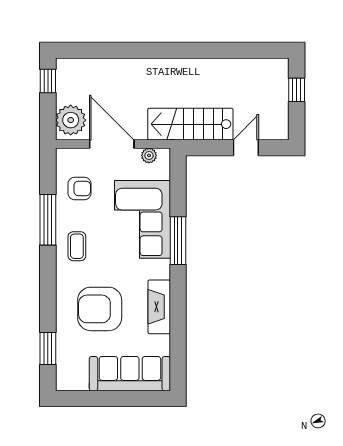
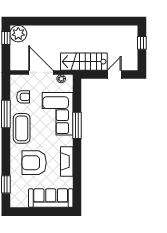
plant: (71, 120) -> (18, 34), moved
coffee table: (77, 246) -> (22, 128), width x1.86, depth x1.72

